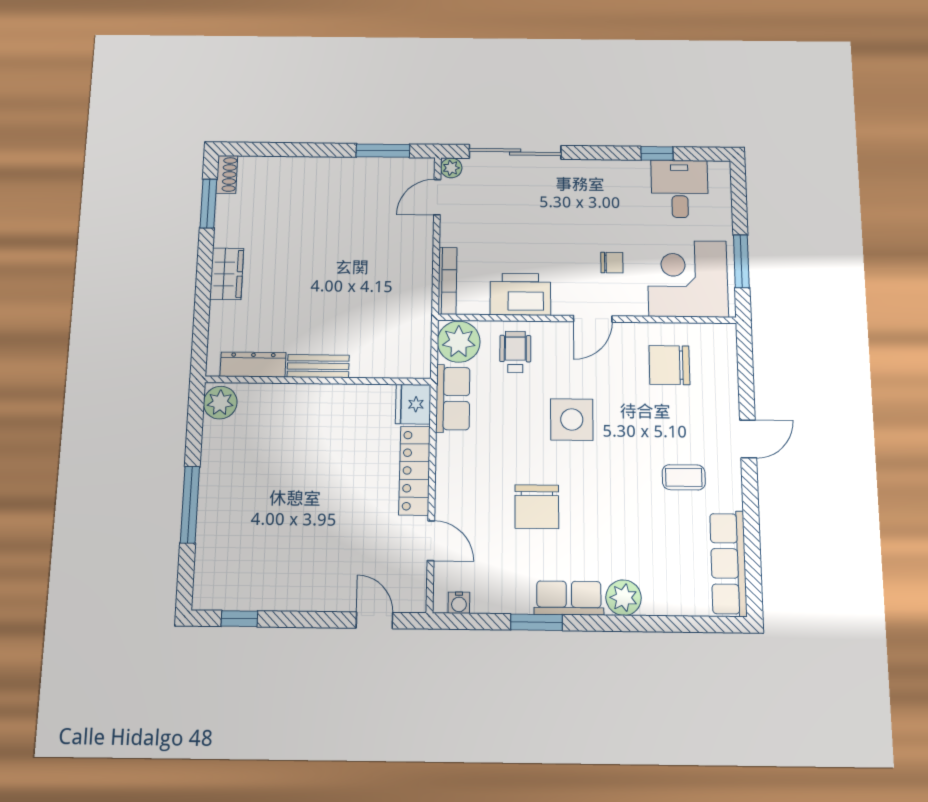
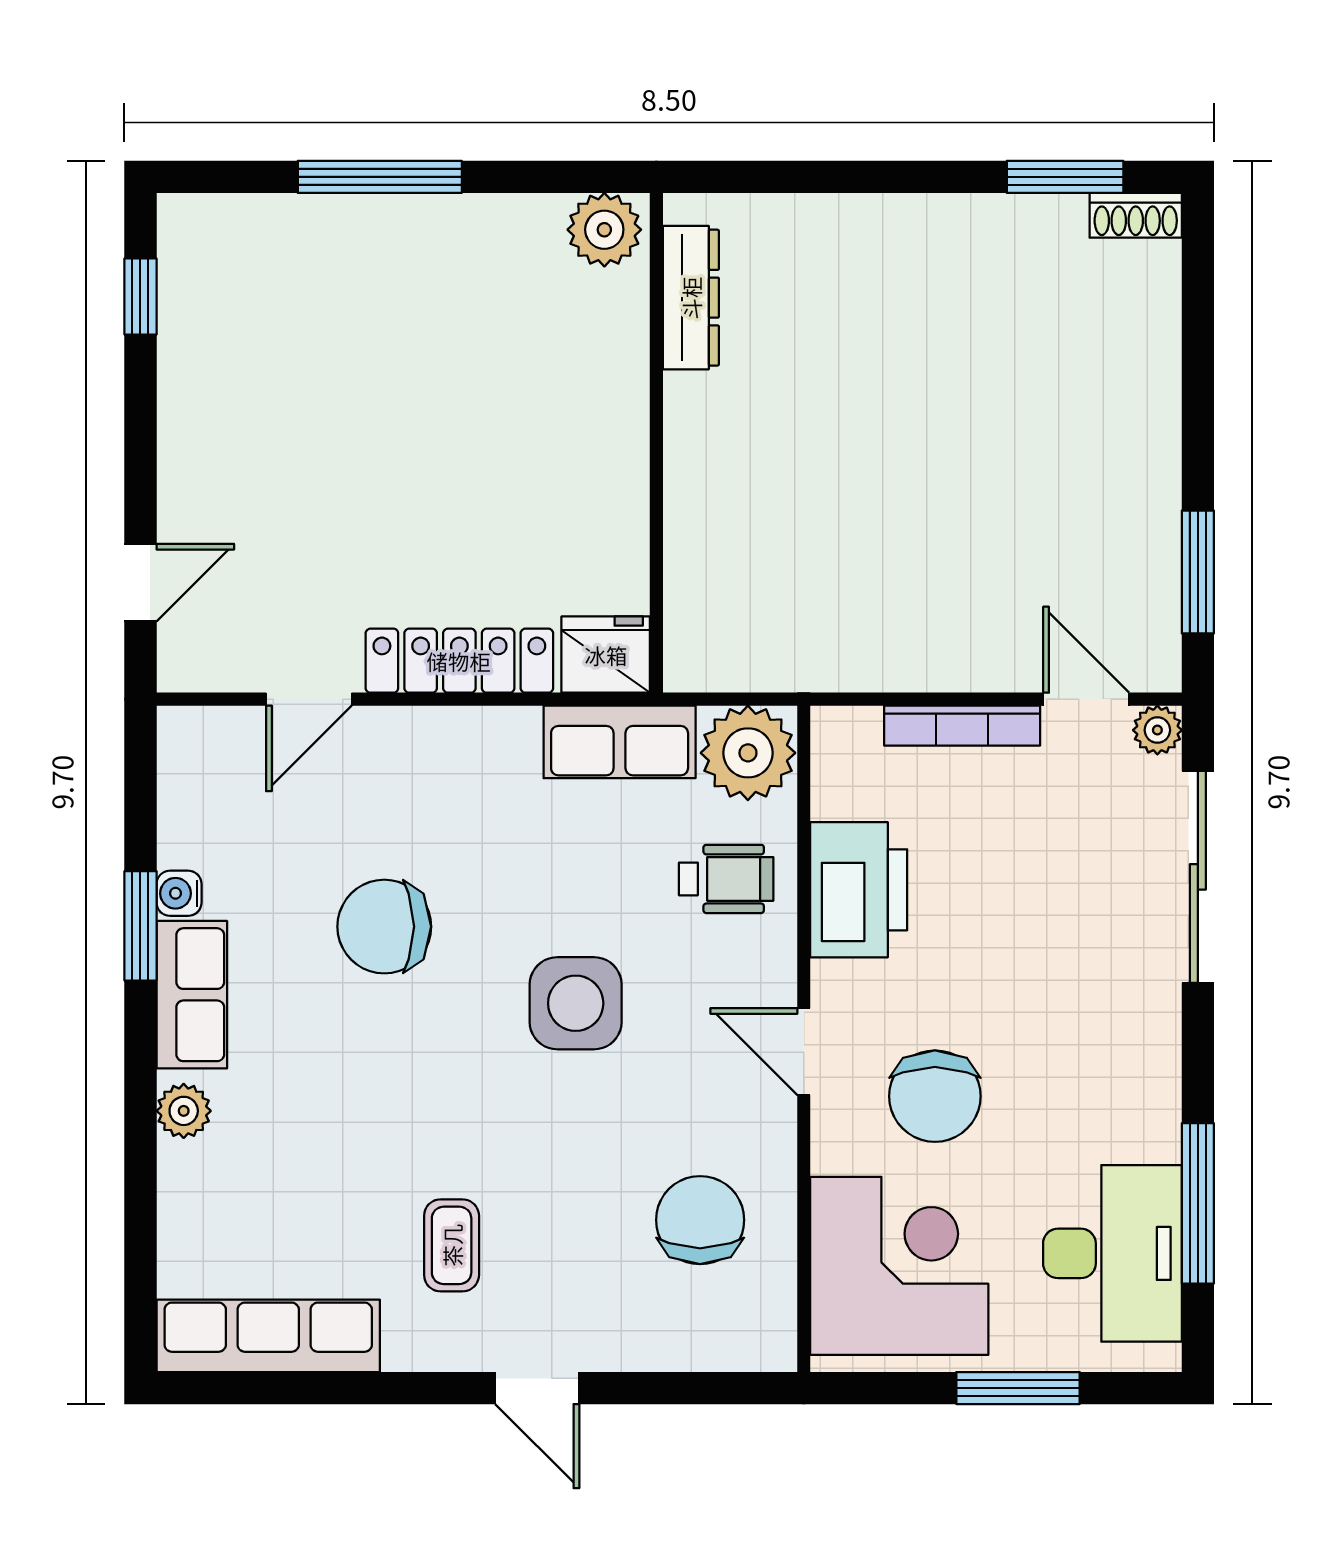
window: (657, 153) -> (1198, 1203), width x2.17
desk: (680, 189) -> (1112, 1253), width x1.37
window: (741, 261) -> (1018, 1388), moved
chair: (612, 263) -> (935, 1096), width x1.87, depth x1.87
wardrobe: (227, 274) -> (899, 228), removed
bookcase: (447, 281) -> (962, 726), moved
bench: (318, 366) -> (689, 442), removed
plant: (624, 598) -> (184, 1111), width x0.73, depth x0.73
water cooler: (459, 603) -> (179, 893), moved

